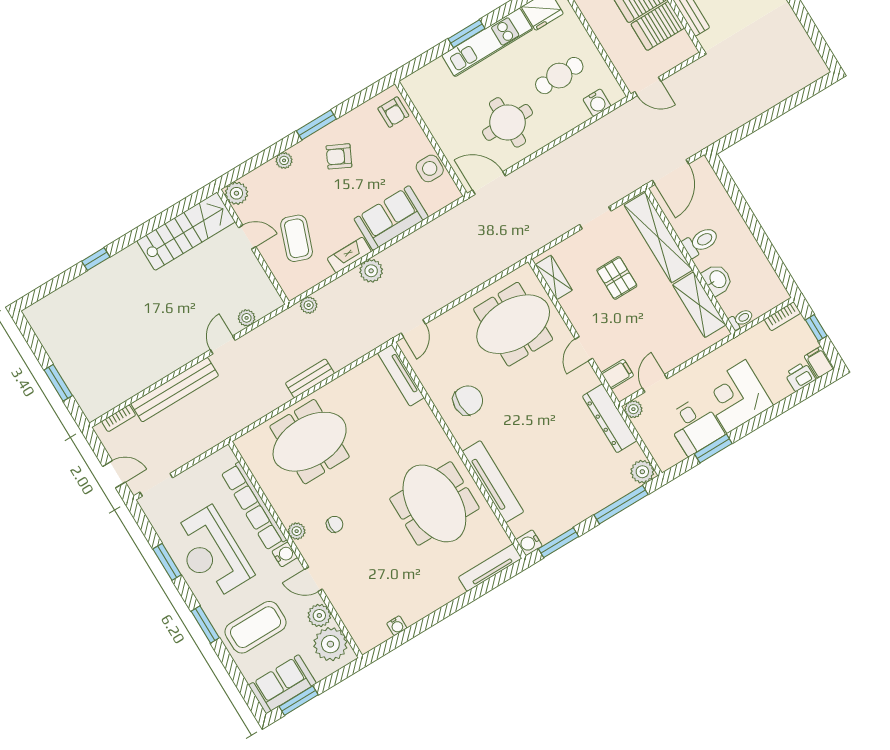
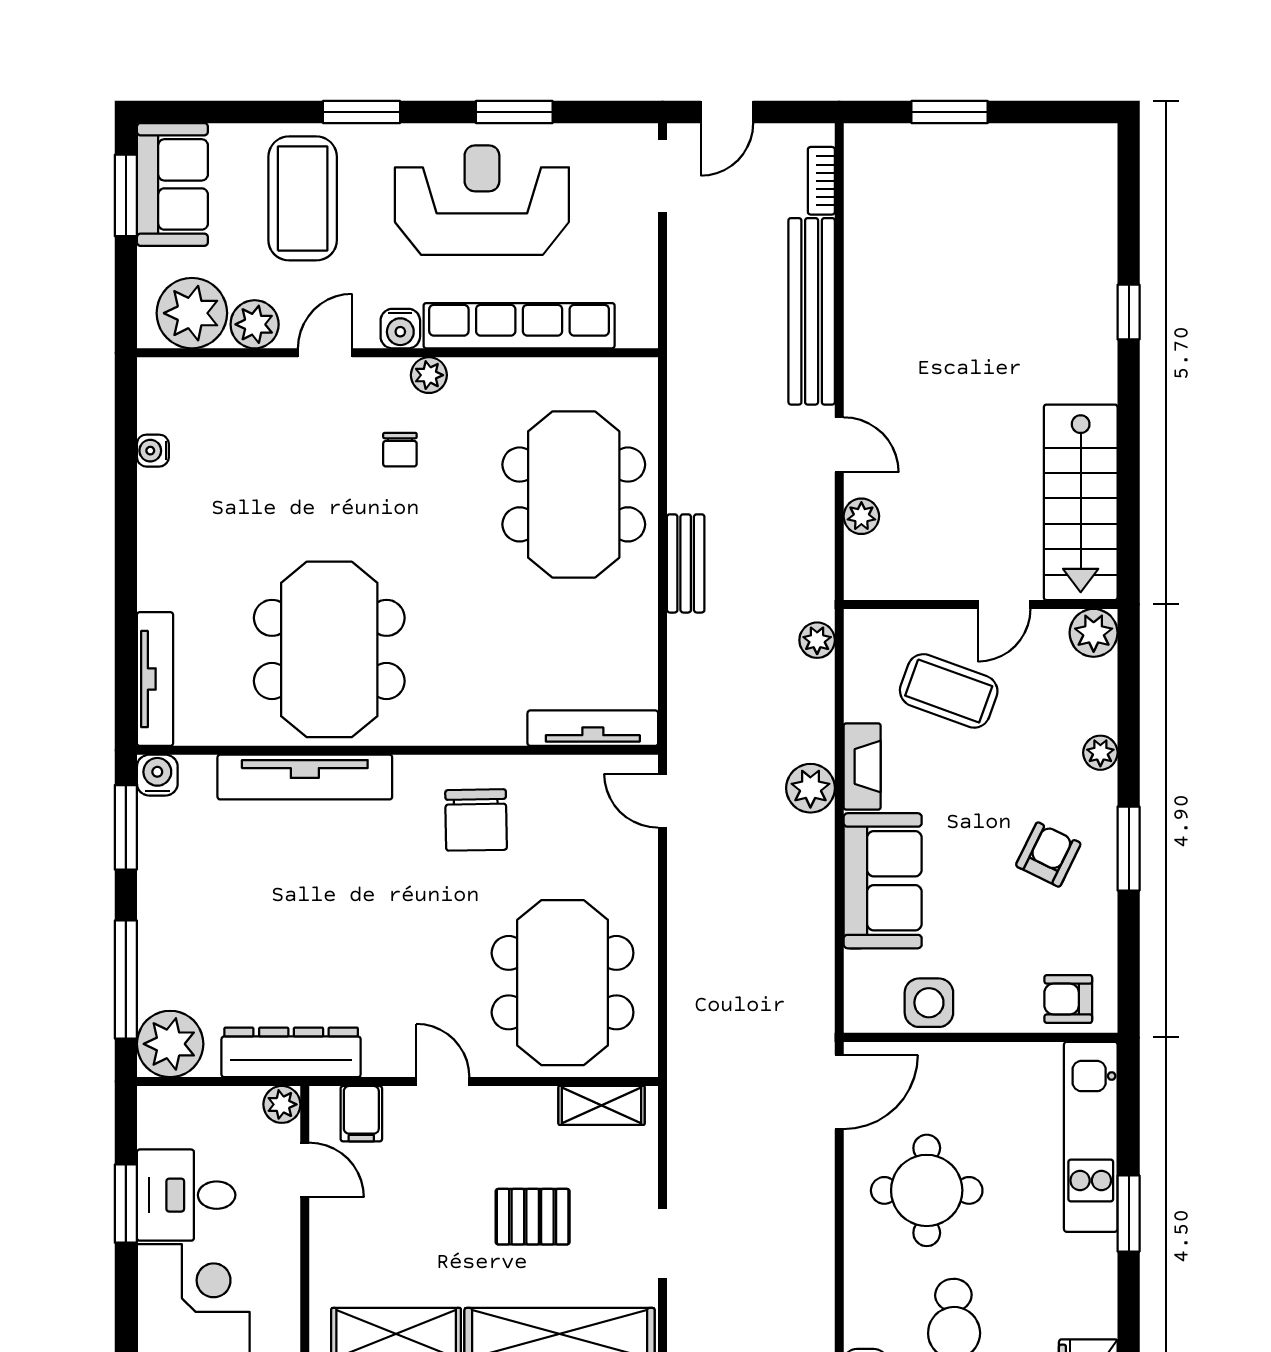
kitchen unit: (487, 42) -> (1091, 1137), moved
plant: (642, 472) -> (170, 1044), width x1.36, depth x1.36
meeting table: (434, 503) -> (329, 649), turned 90

